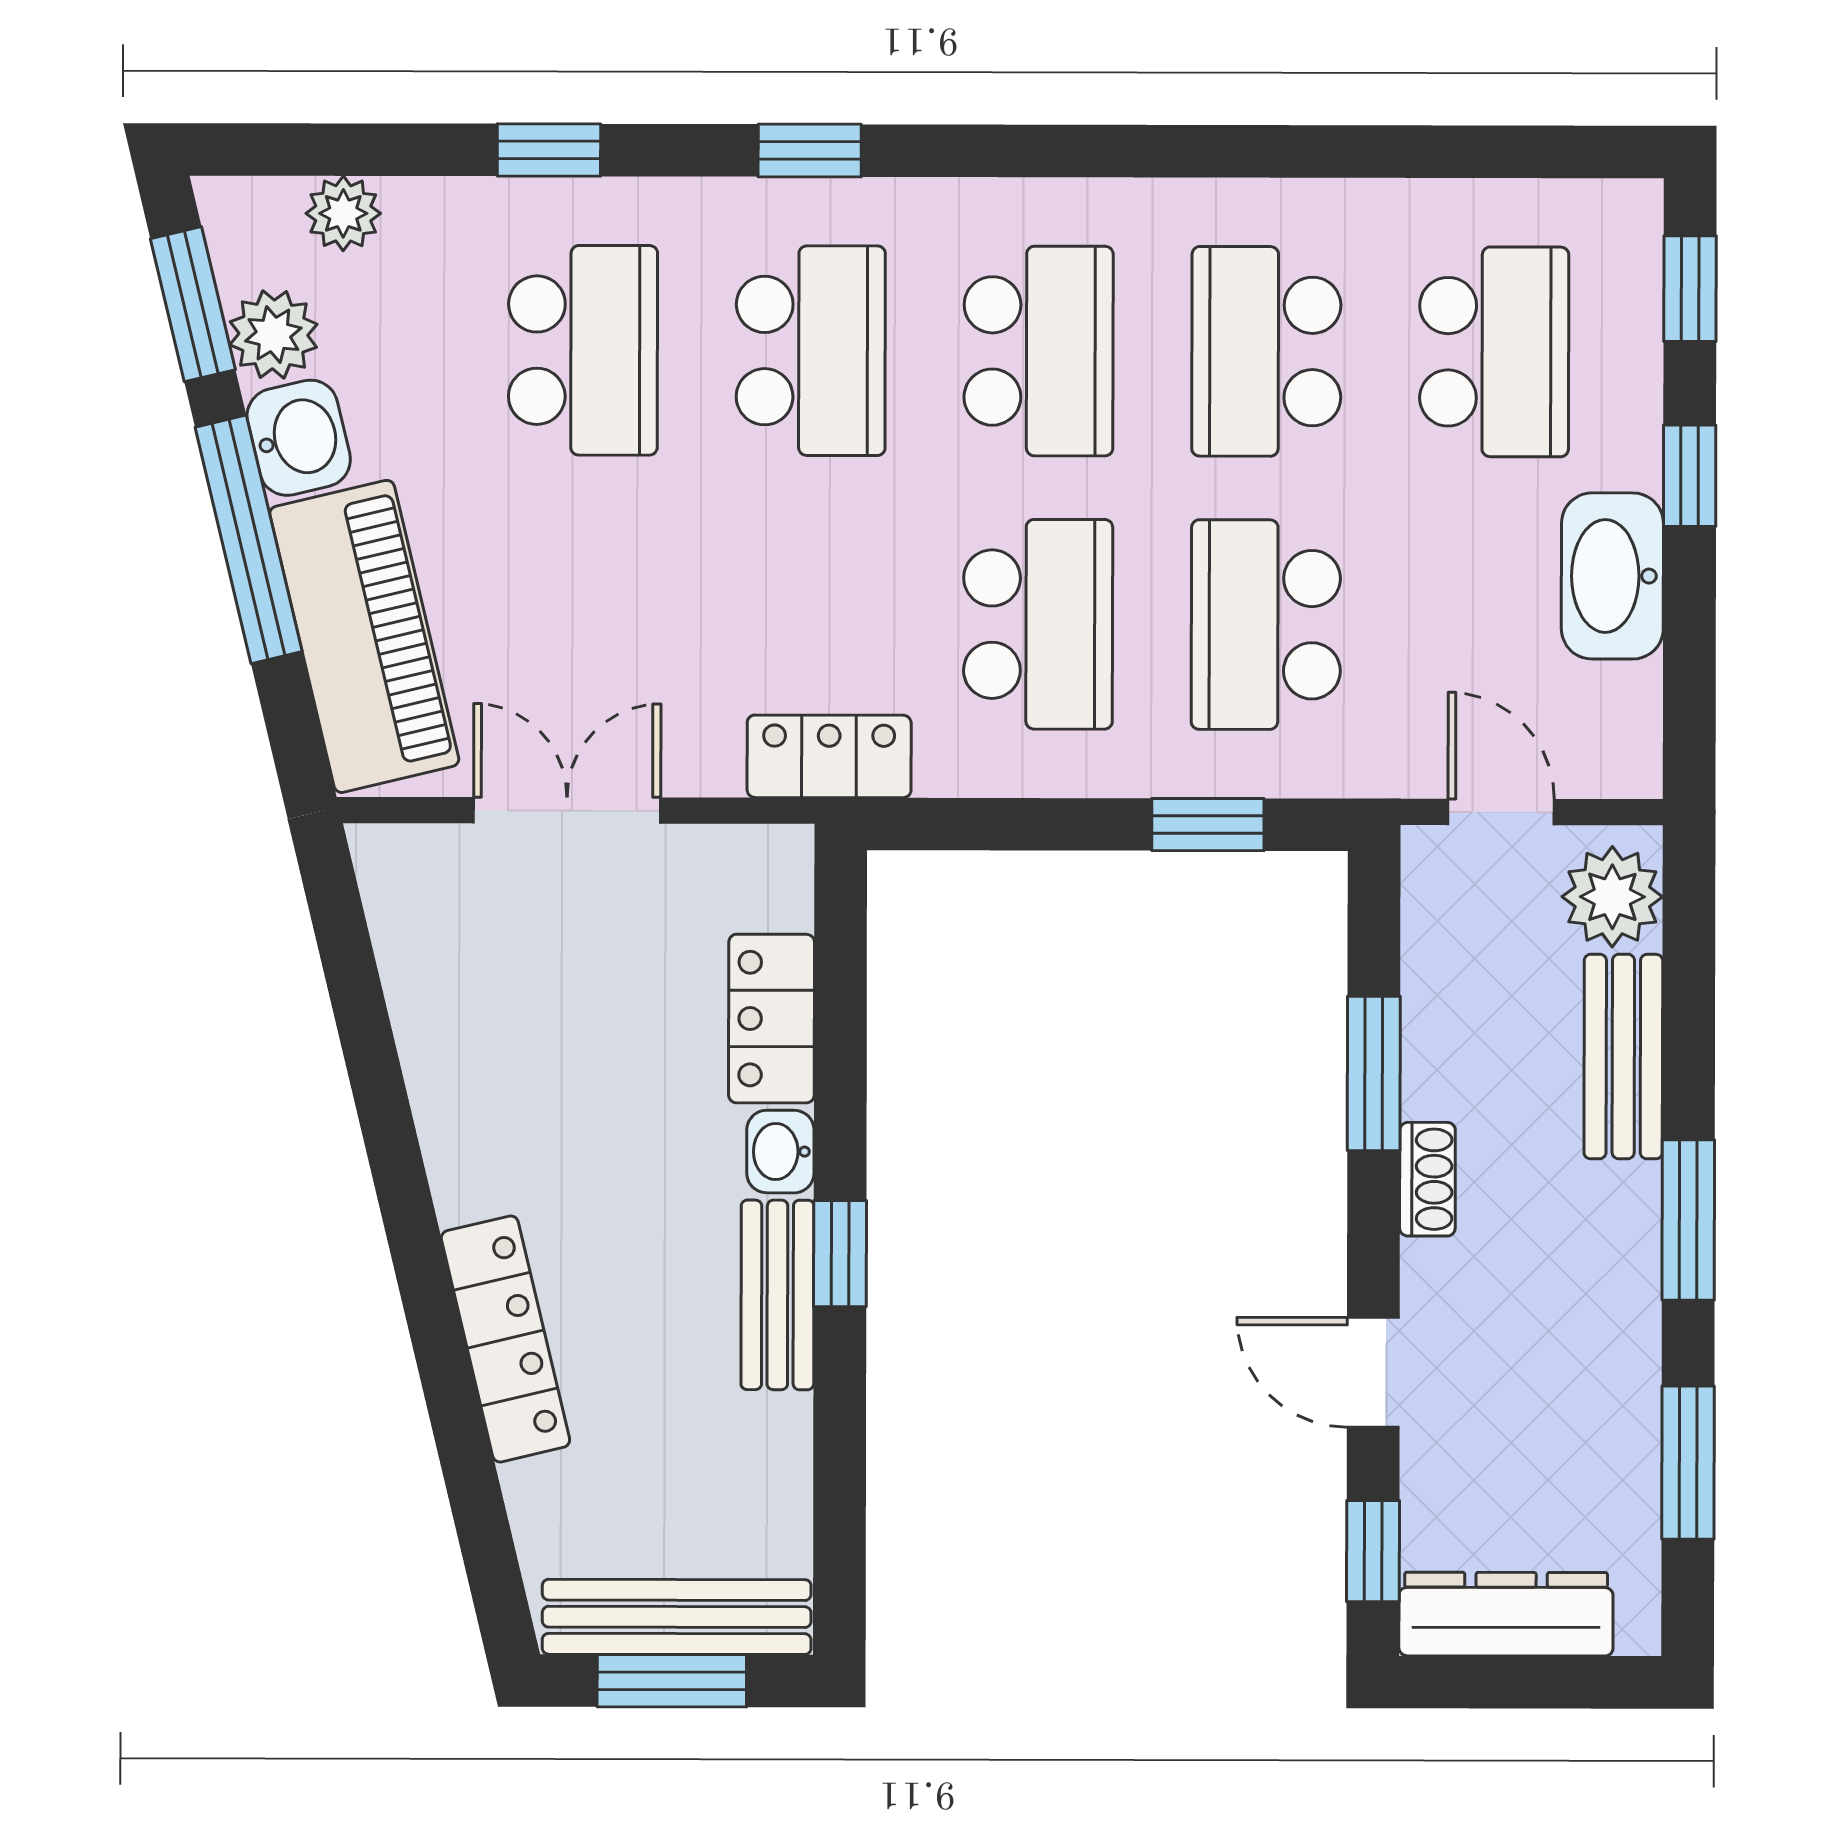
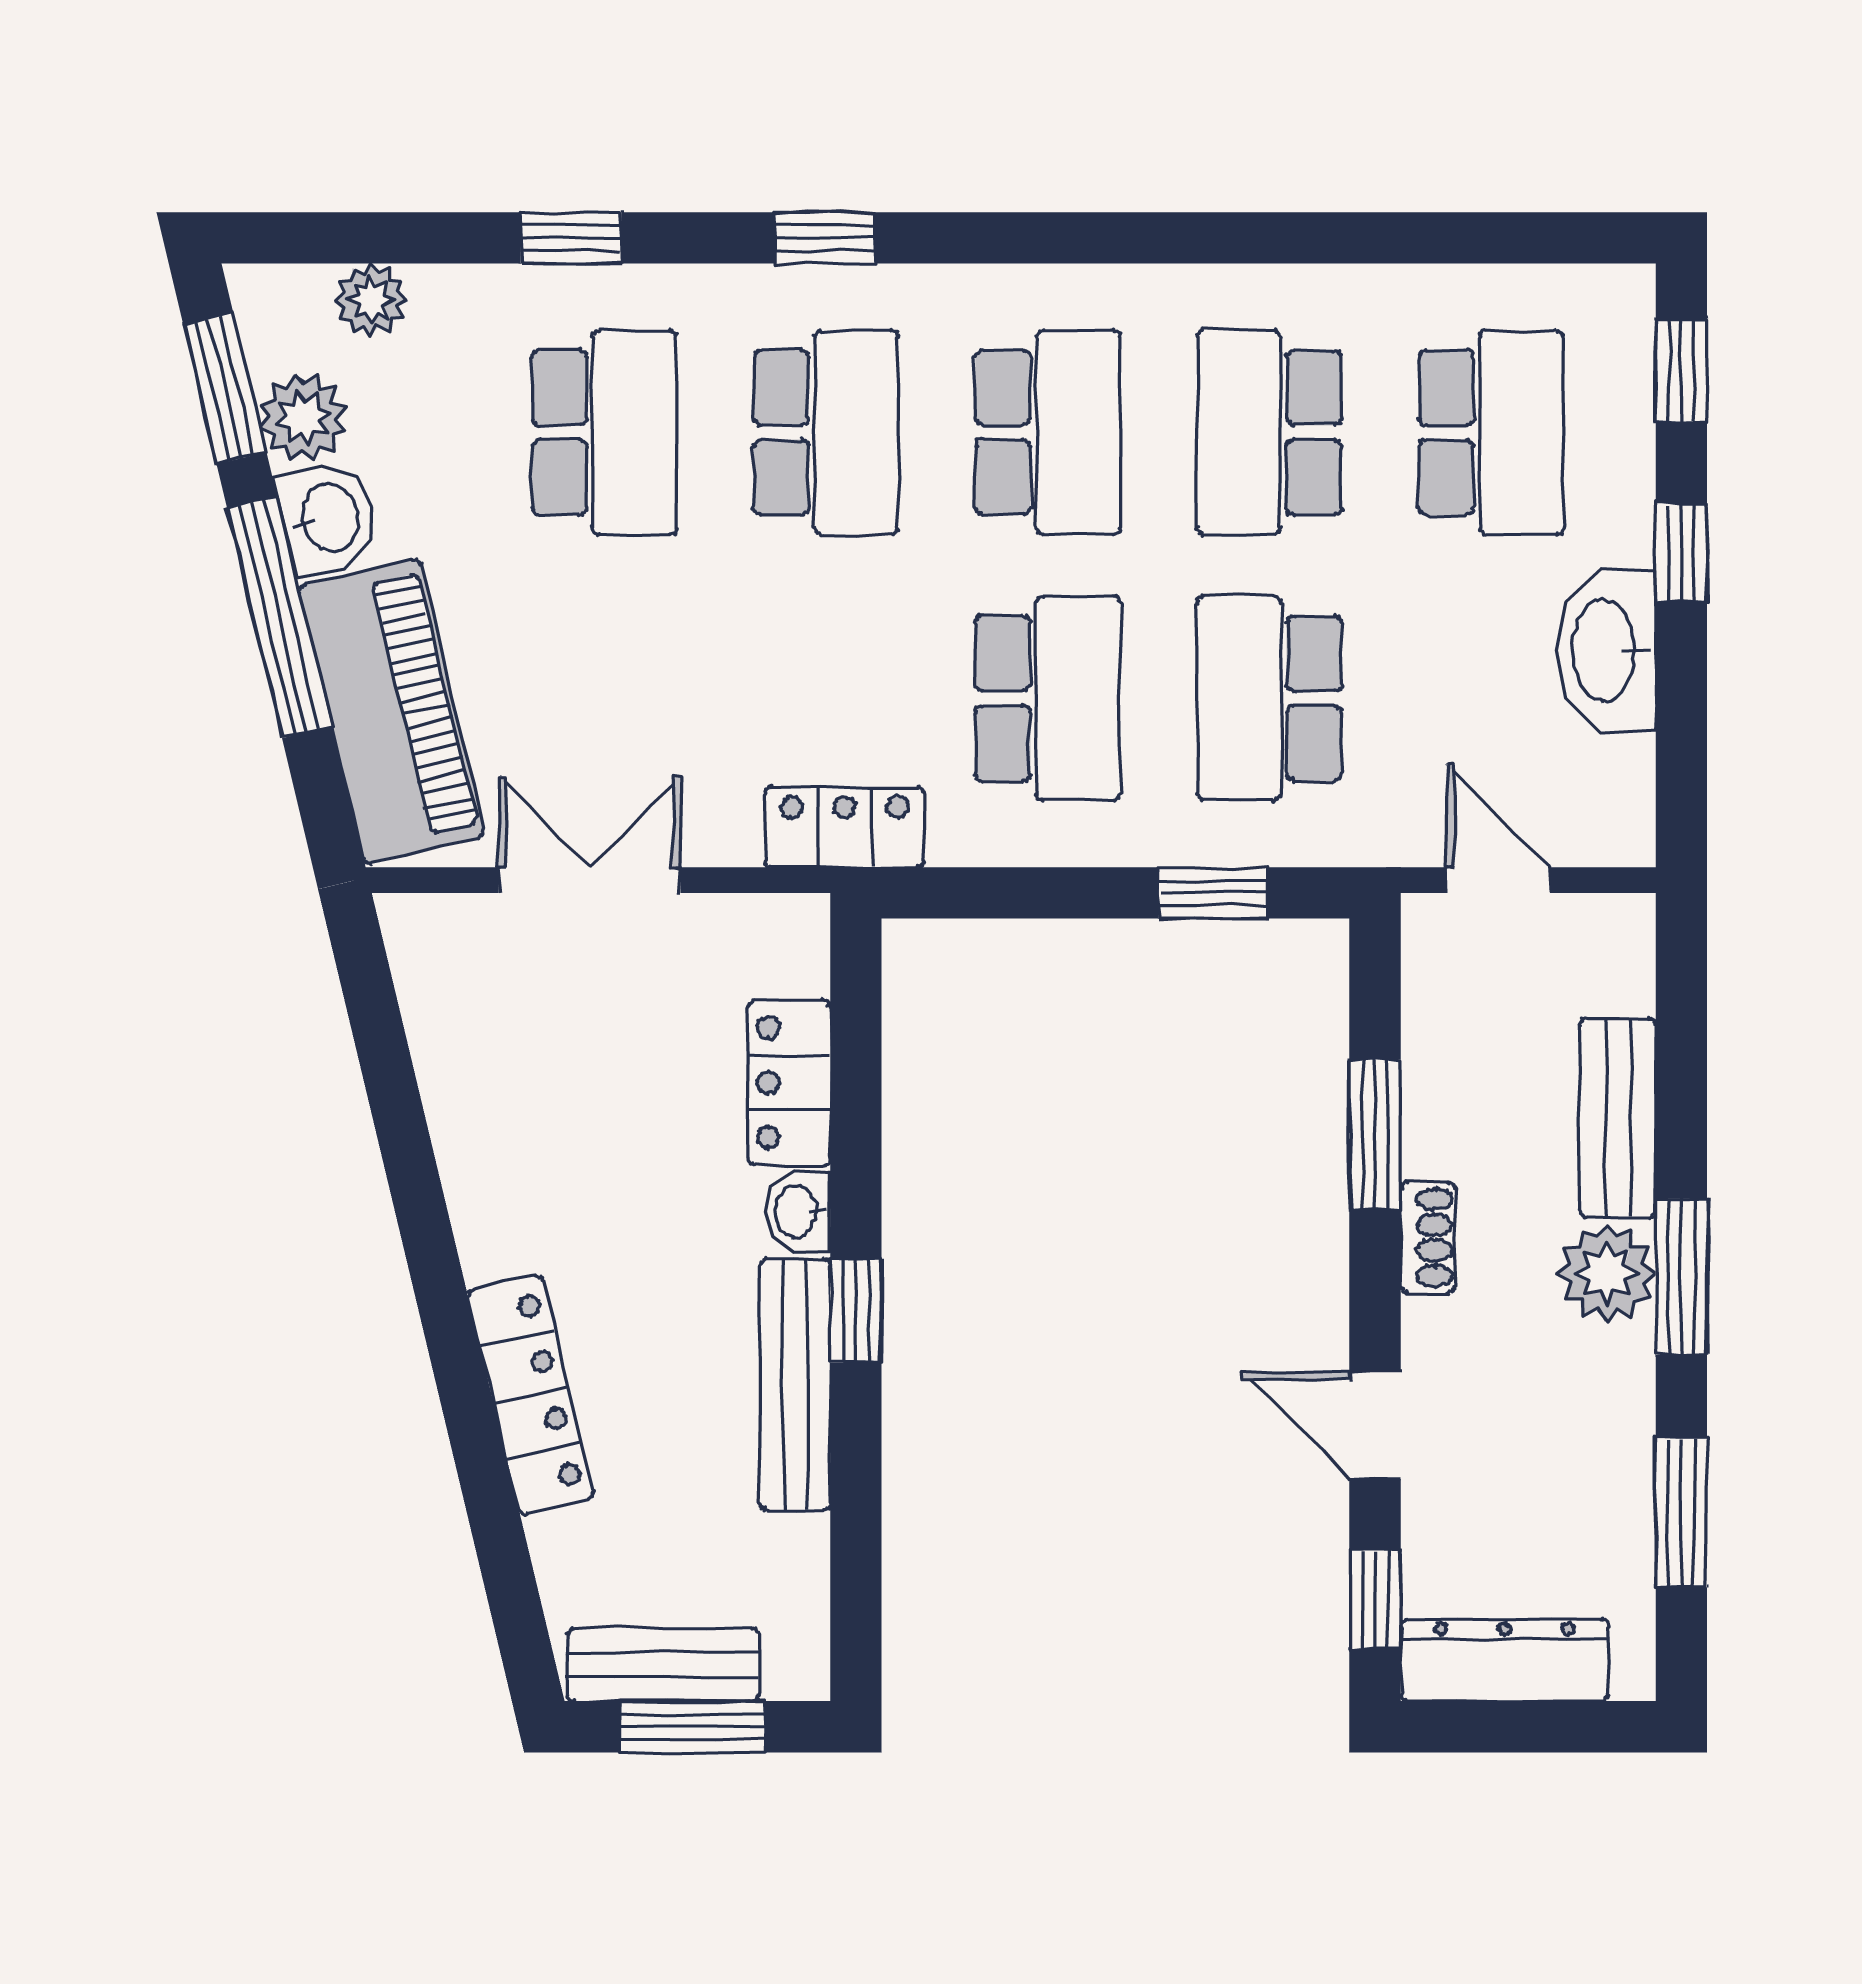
plant: (1612, 897) -> (1607, 1273), moved
bench: (777, 1295) -> (795, 1385), width x1.36
bench: (677, 1617) -> (663, 1665), width x0.73

